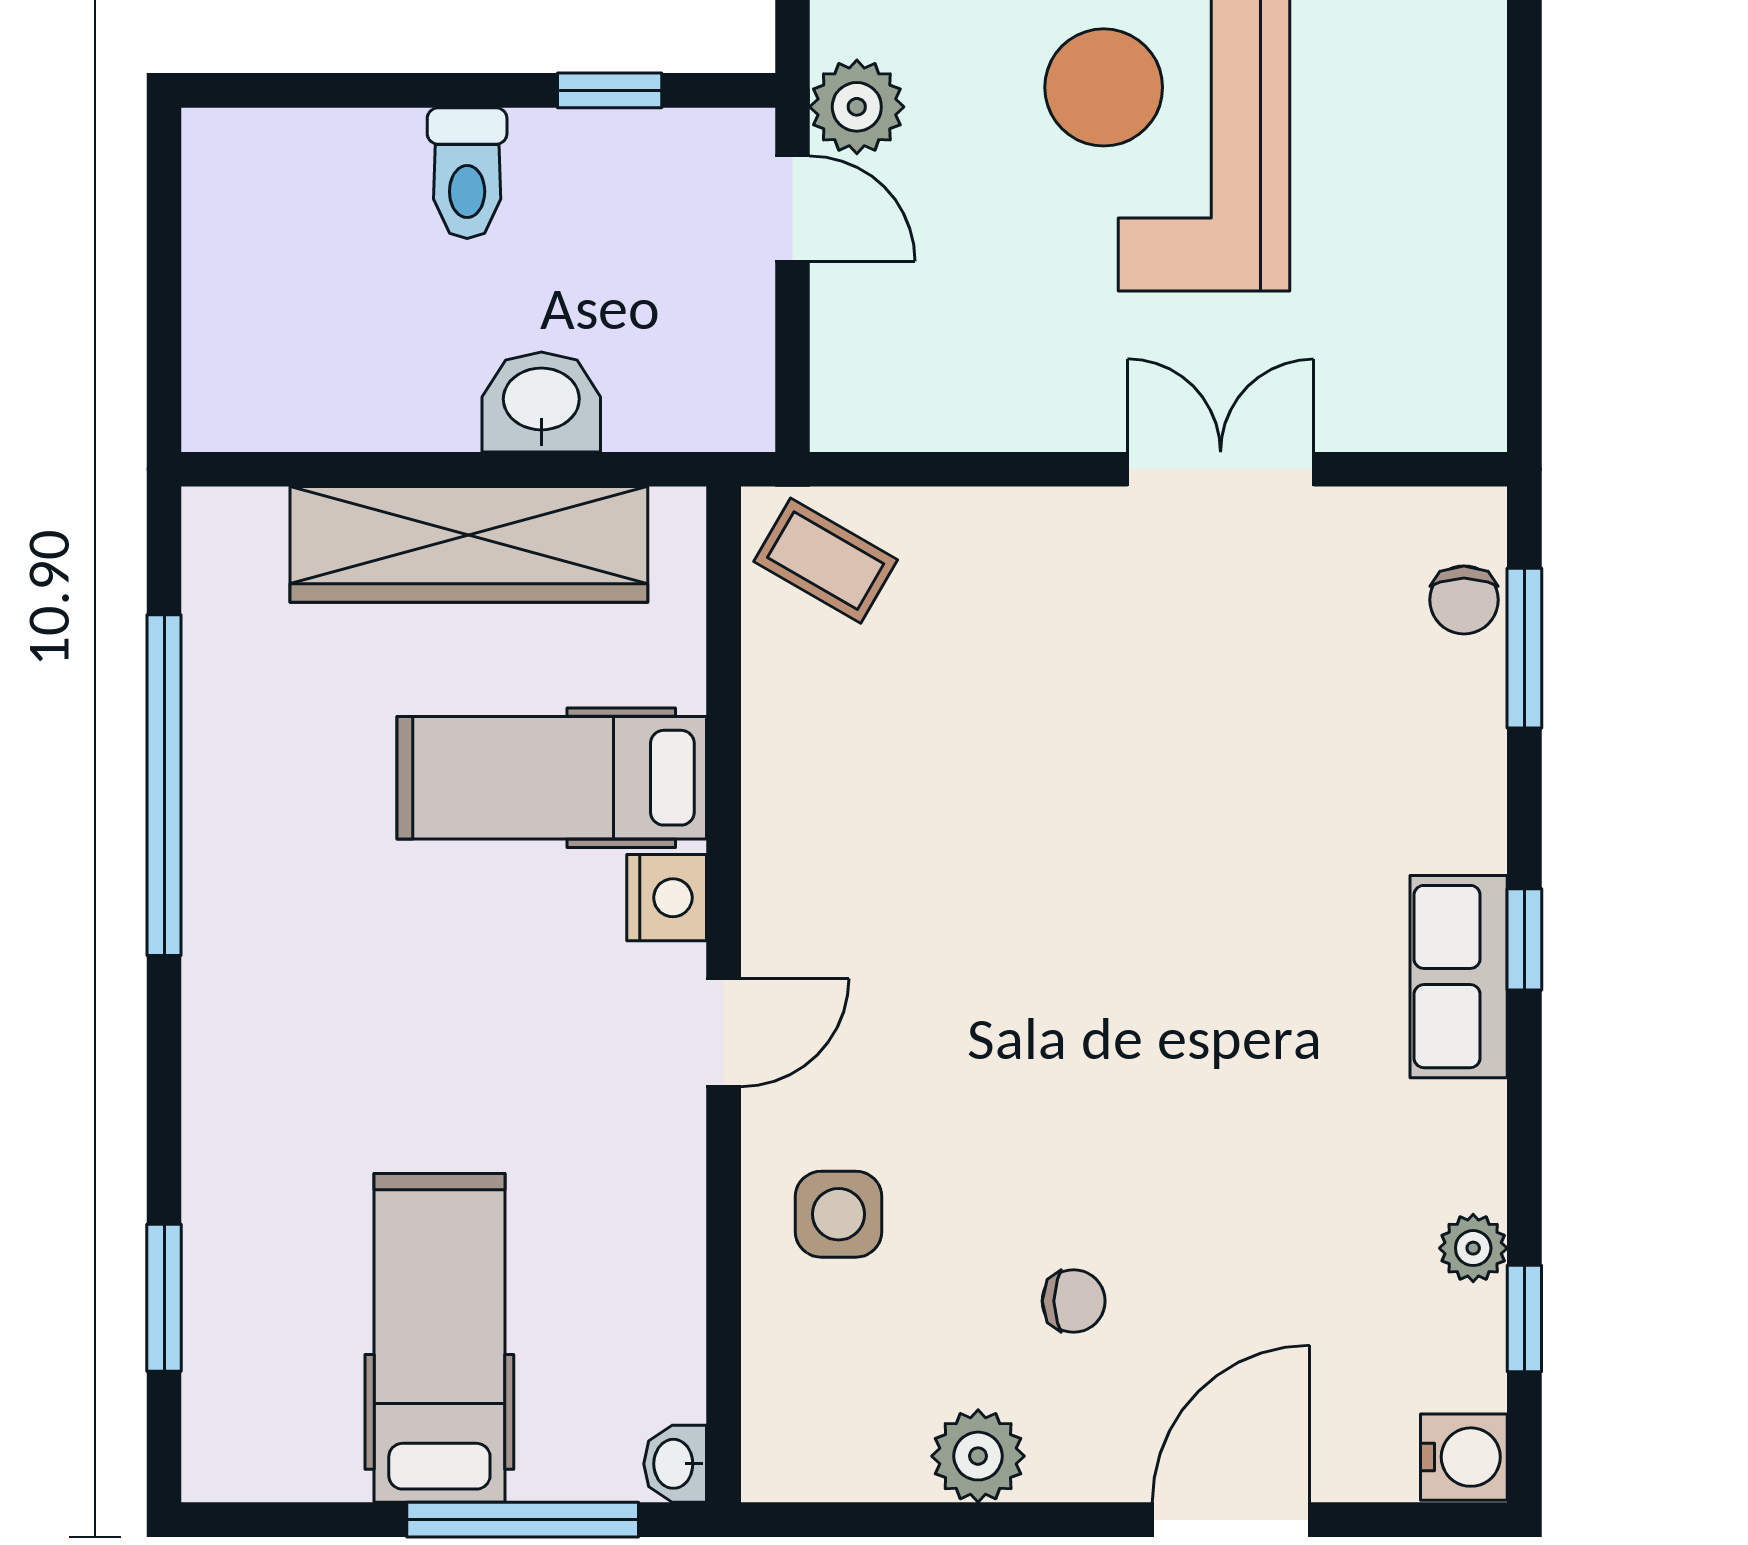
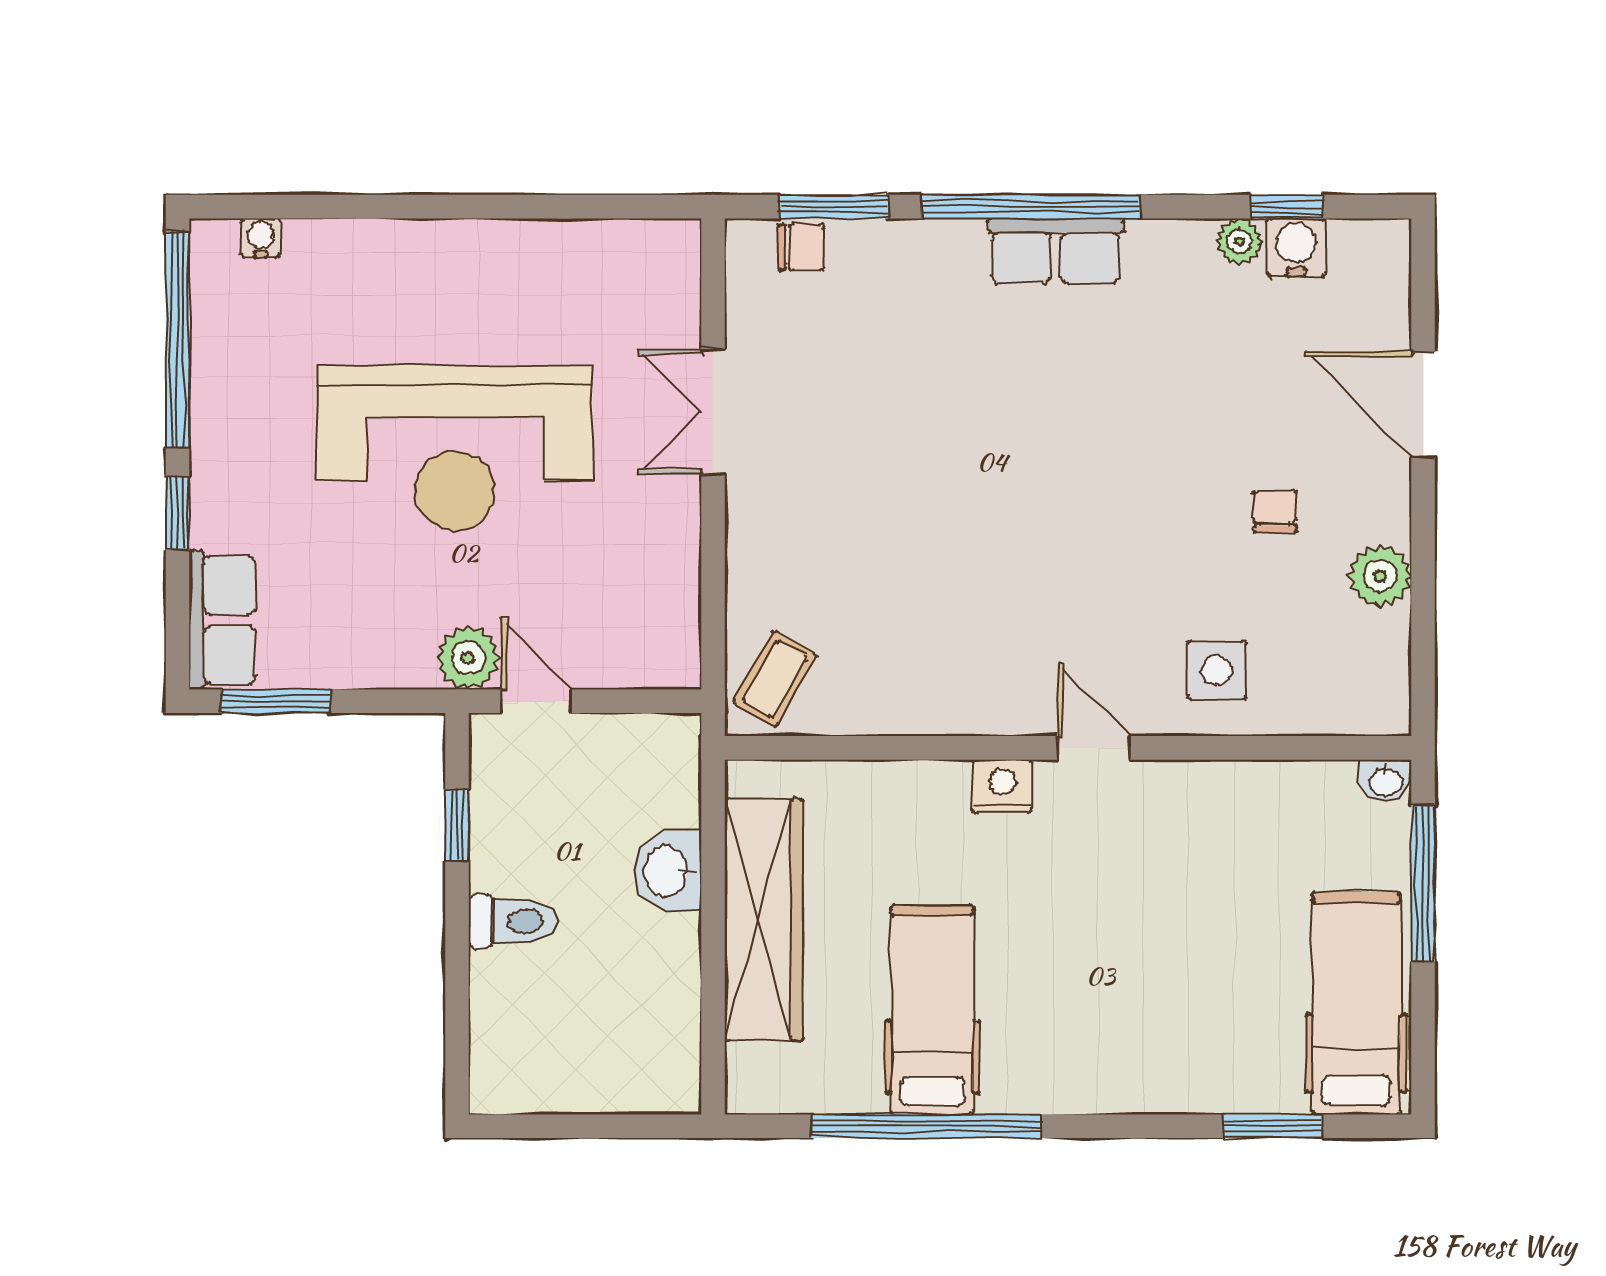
door: (793, 208) -> (537, 701), hinge flipped
hospital bed: (552, 778) -> (932, 1010), moved, turned 180
window: (1524, 939) -> (1031, 207), width x3.17
hospital bed: (439, 1338) -> (1356, 1003), moved, turned 90
water cooler: (1464, 1457) -> (1296, 247), moved

